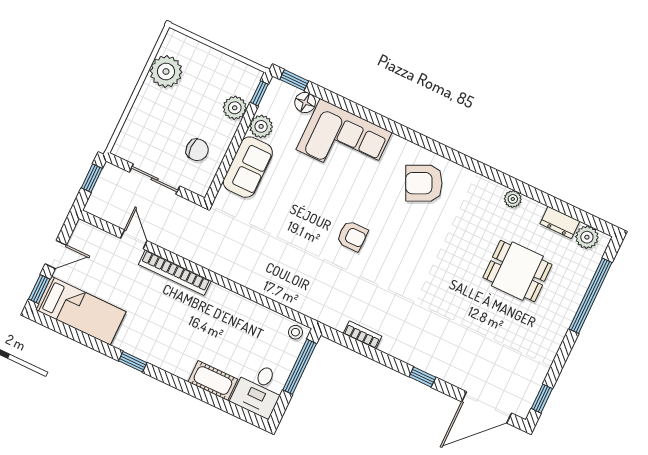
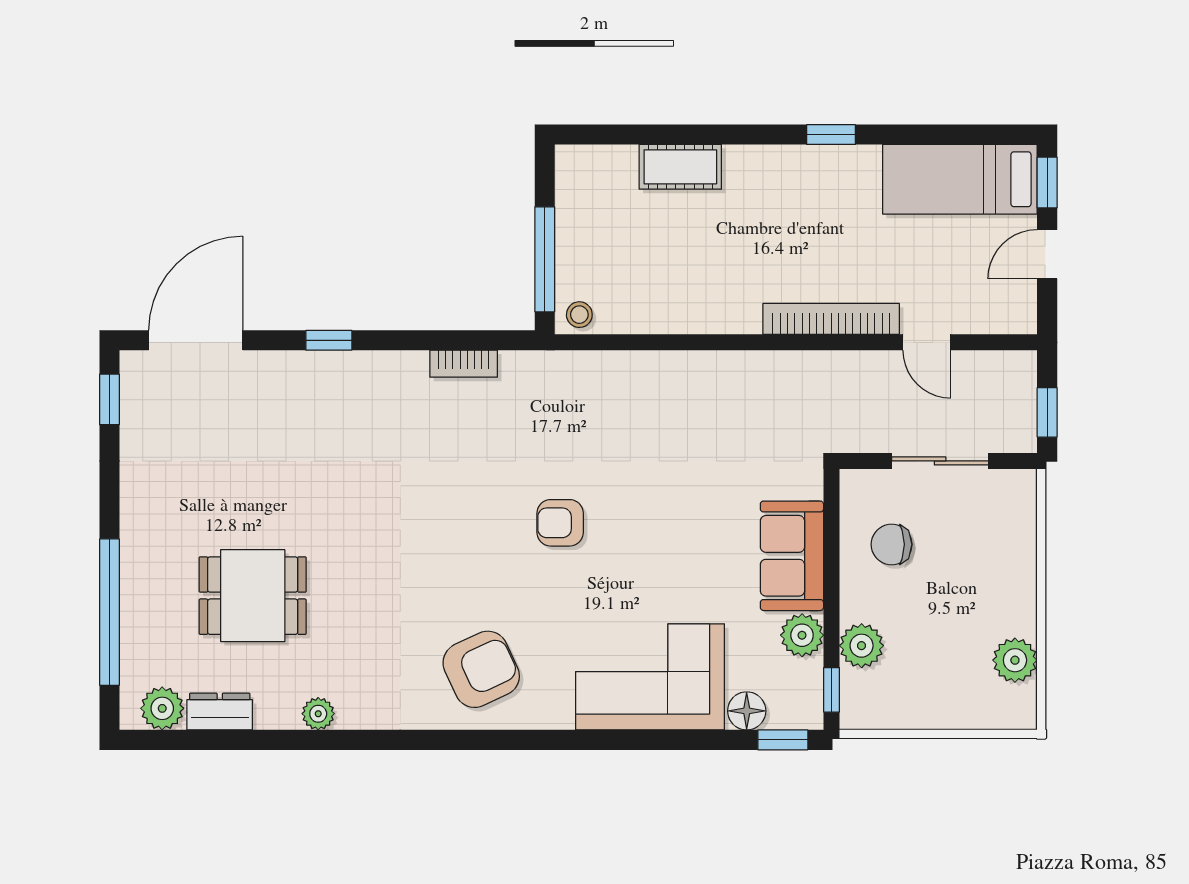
plant: (166, 71) -> (1015, 660), width x0.73, depth x0.73
desk: (259, 390) -> (595, 188), removed

